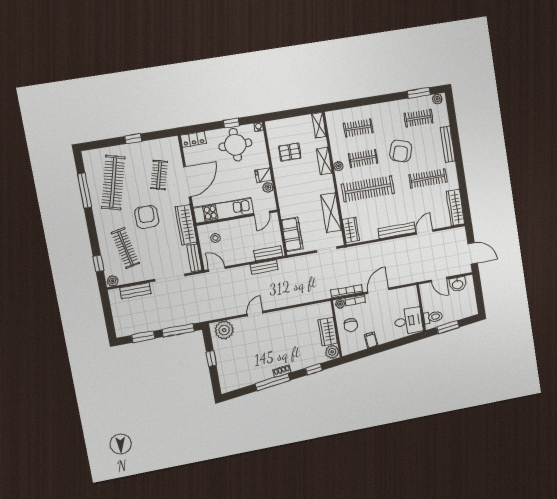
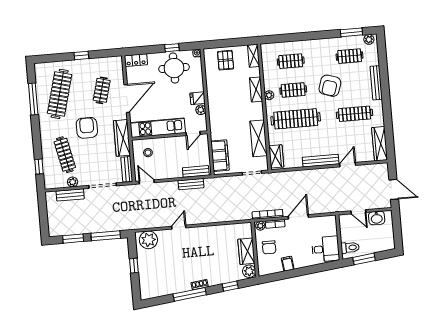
pallet: (290, 152) -> (226, 60), moved, turned 90
plant: (113, 281) -> (73, 182), moved

